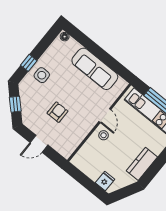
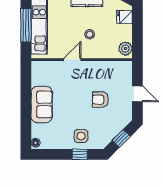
sofa: (95, 69) -> (42, 104), width x0.73
stool: (104, 135) -> (90, 34), moved
plant: (81, 162) -> (125, 48), added

